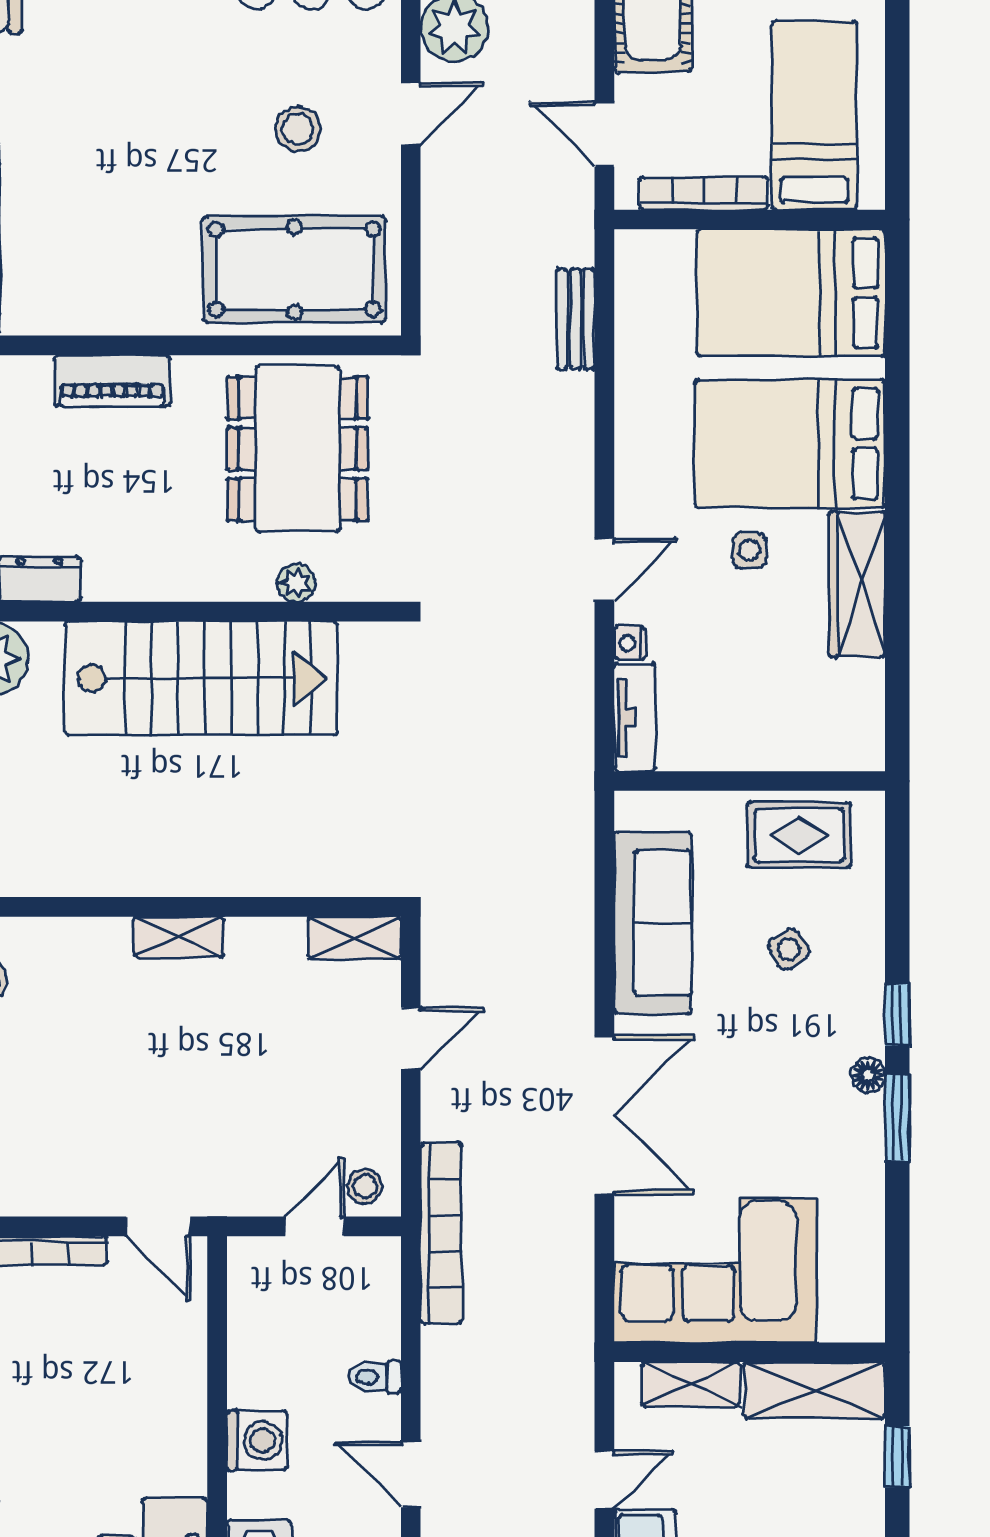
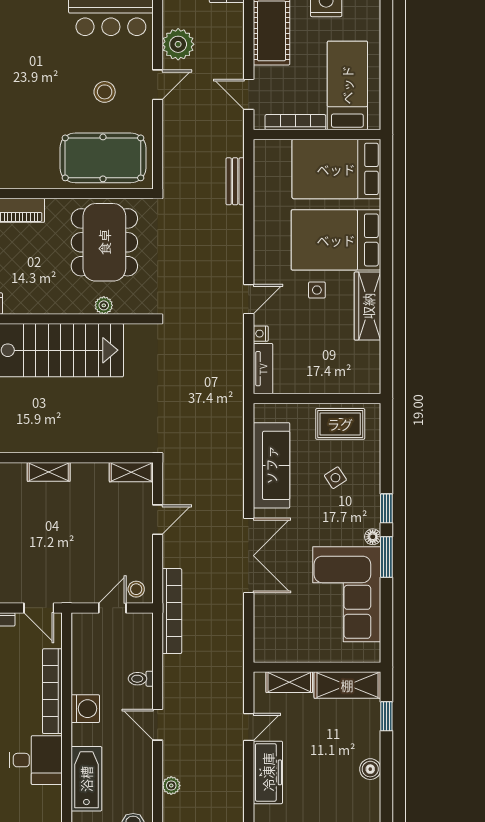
corner sofa: (715, 1270) -> (347, 594), moved, turned -90
bookcase: (187, 1403) -> (52, 691), added

